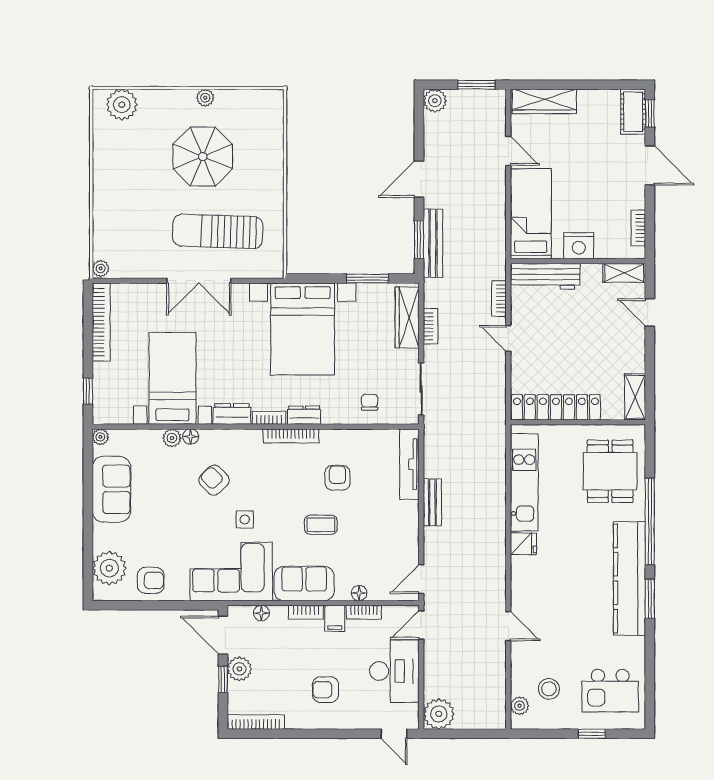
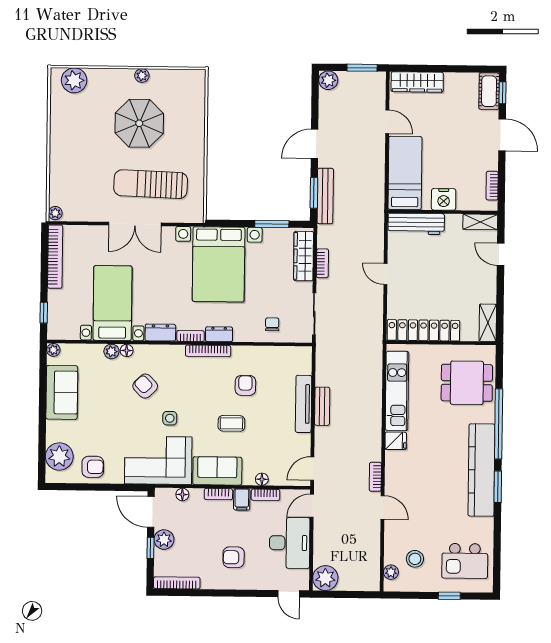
bookcase: (499, 299) -> (375, 477), moved
tv unit: (409, 464) -> (304, 404), moved
dining table: (610, 471) -> (467, 383), turned 90

